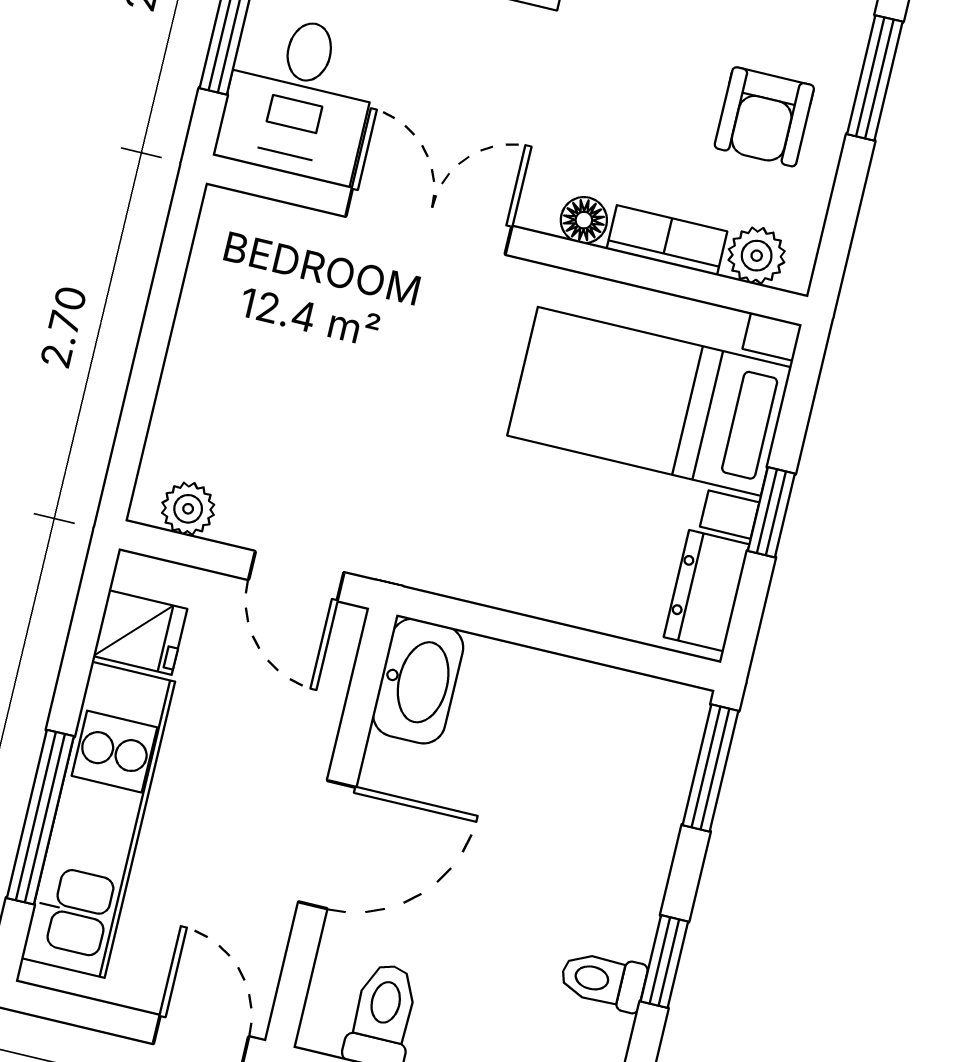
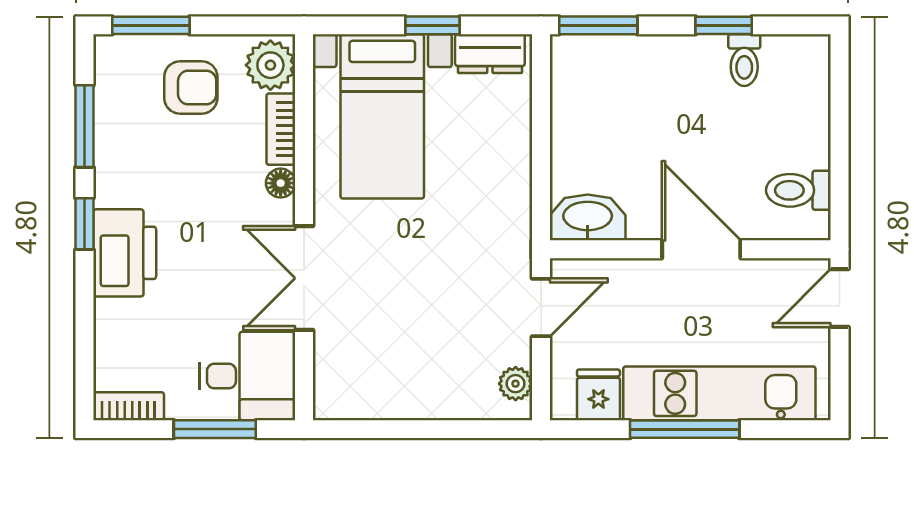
plant: (757, 256) -> (270, 65), width x1.38, depth x1.38
window: (40, 817) -> (685, 429), moved

